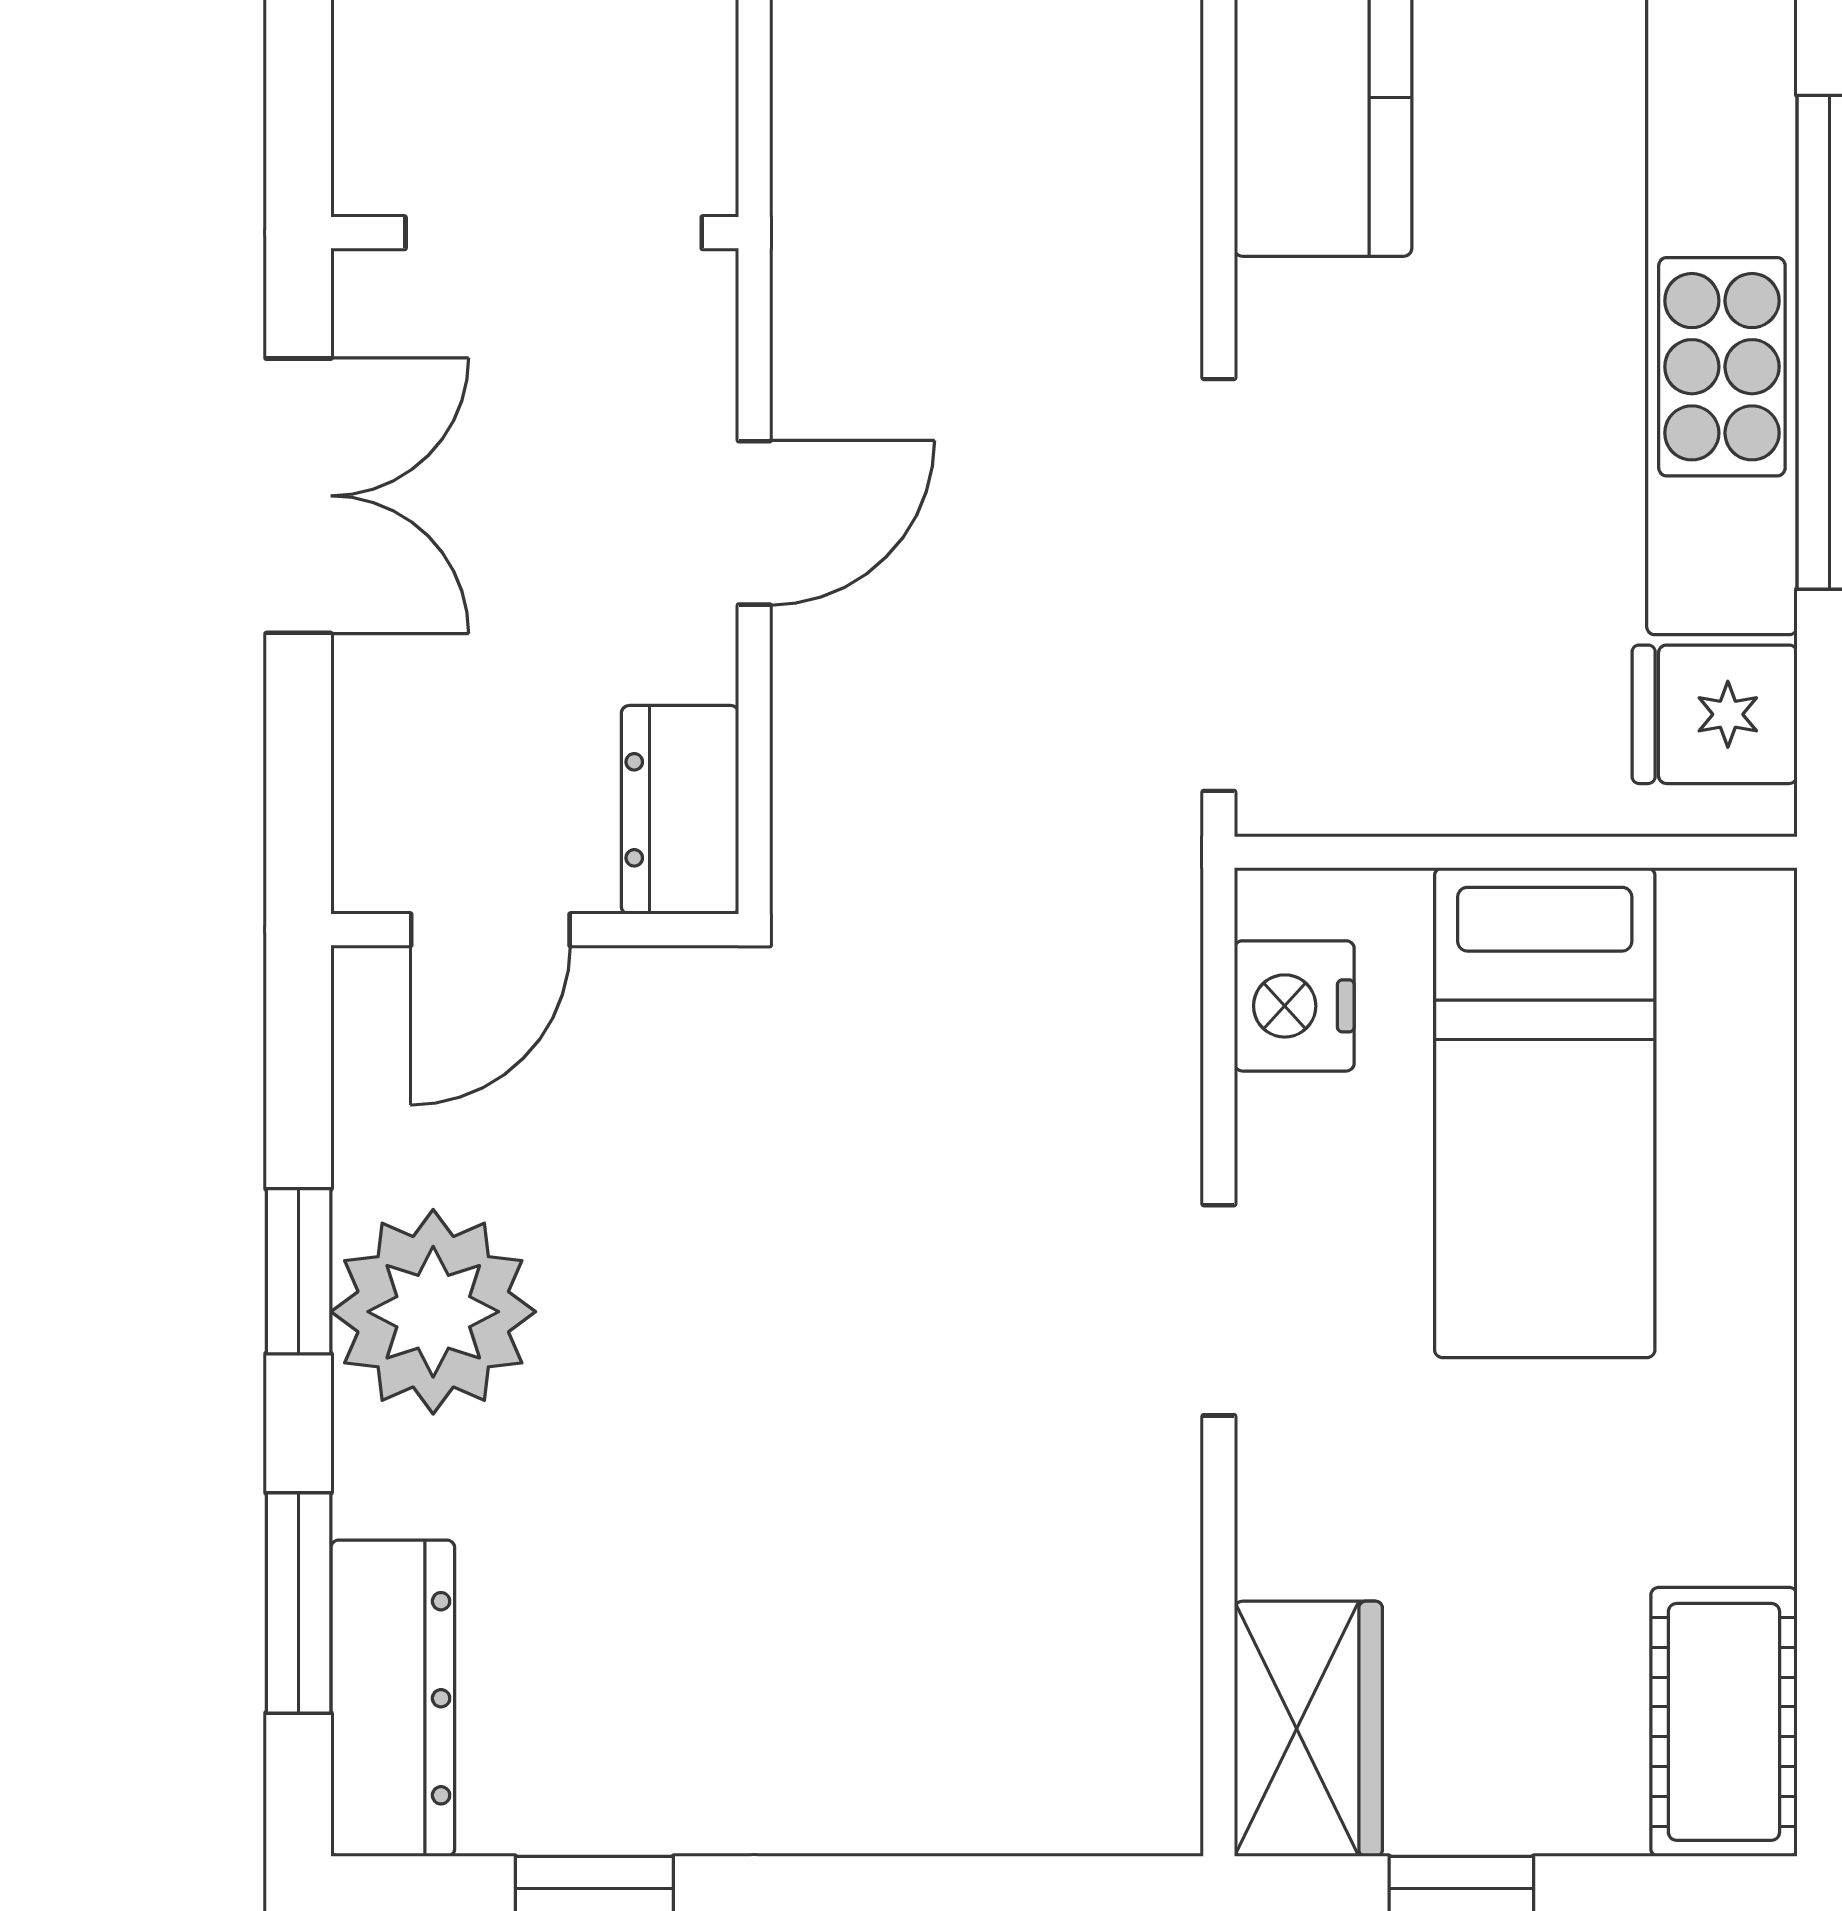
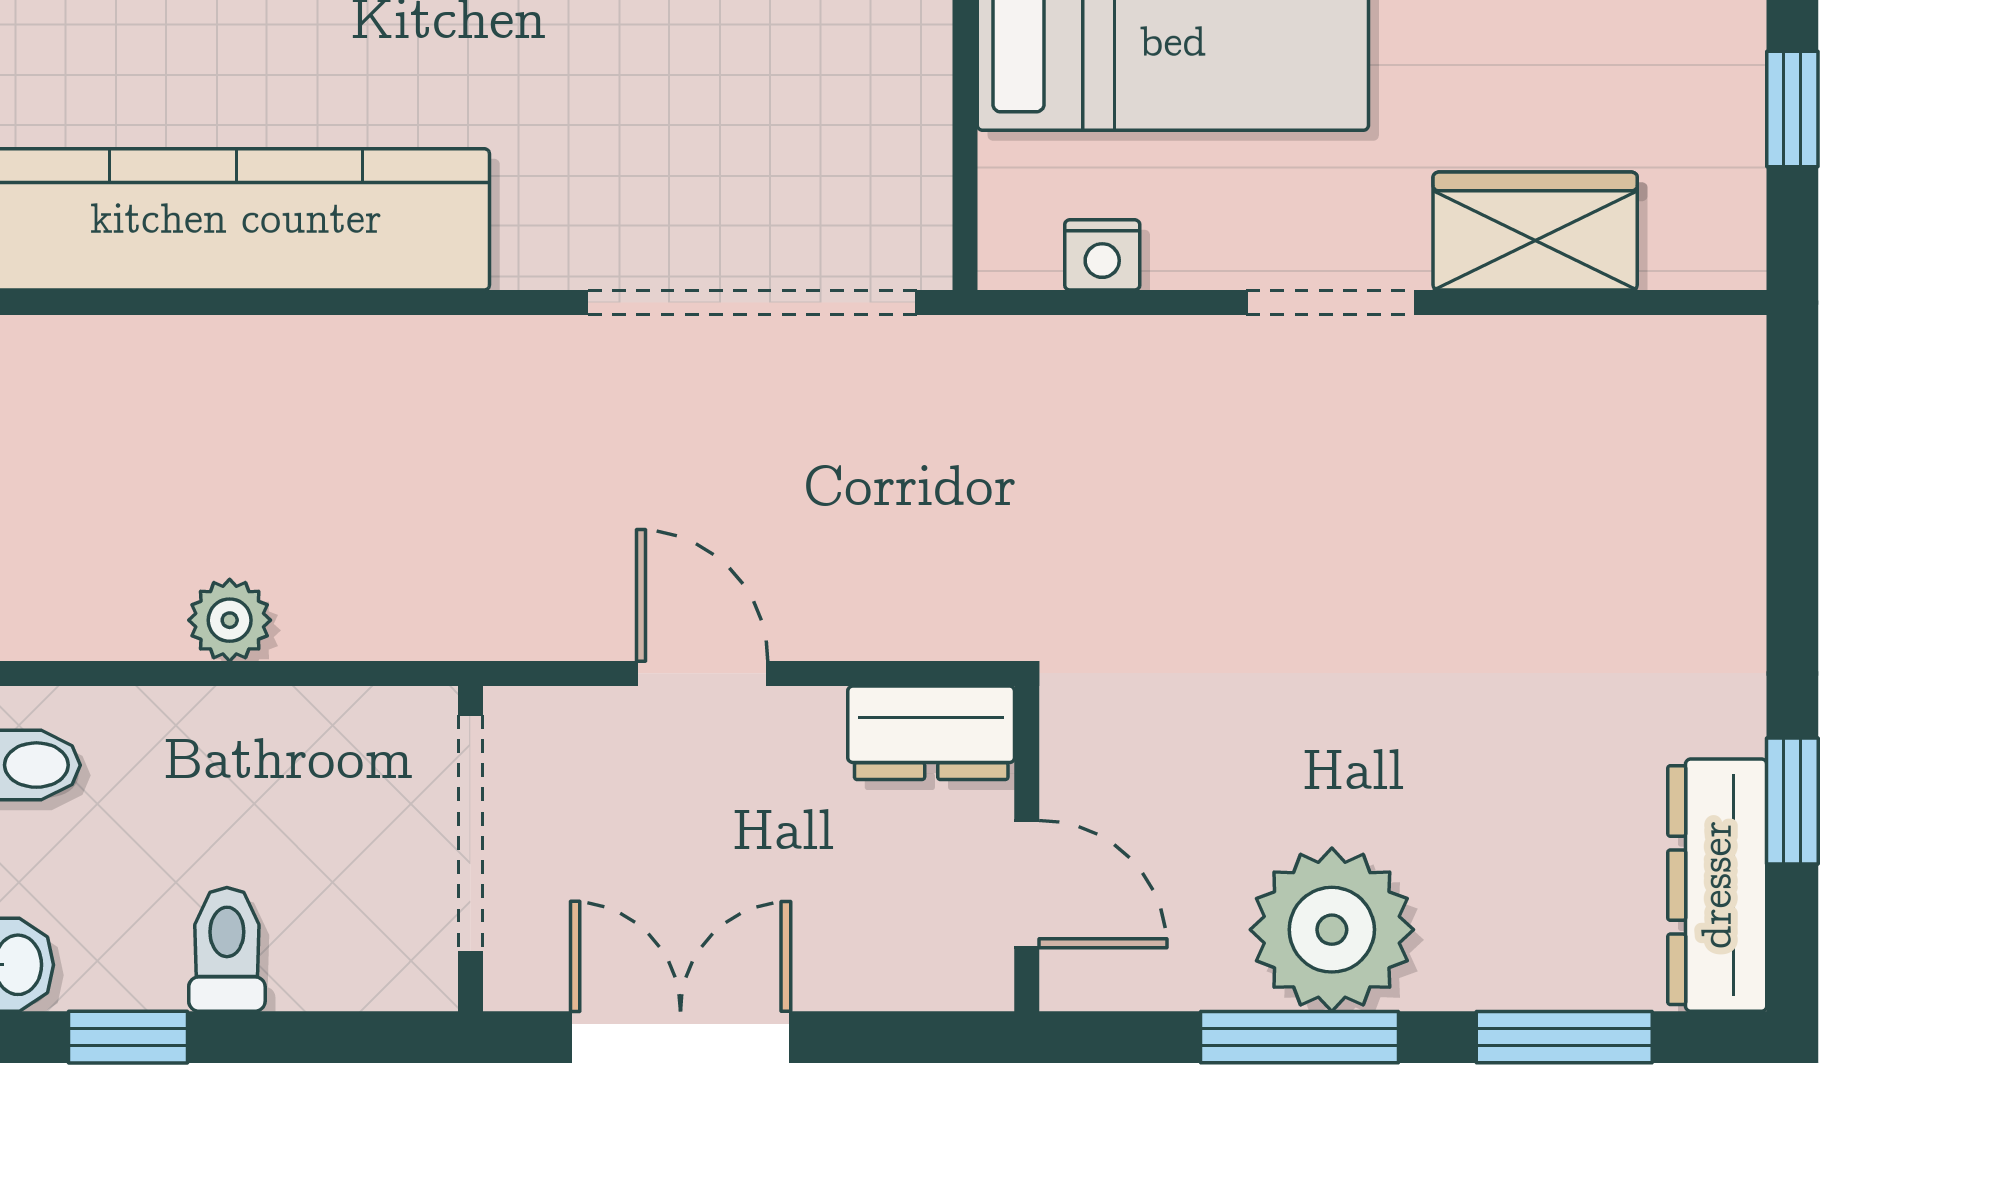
nightstand: (1294, 1006) -> (1102, 255), width x0.72, depth x0.74
window: (299, 1271) -> (1299, 1037), width x1.50
dresser: (393, 1698) -> (1717, 885), moved, turned -90
wardrobe: (1308, 1729) -> (1535, 231), moved

